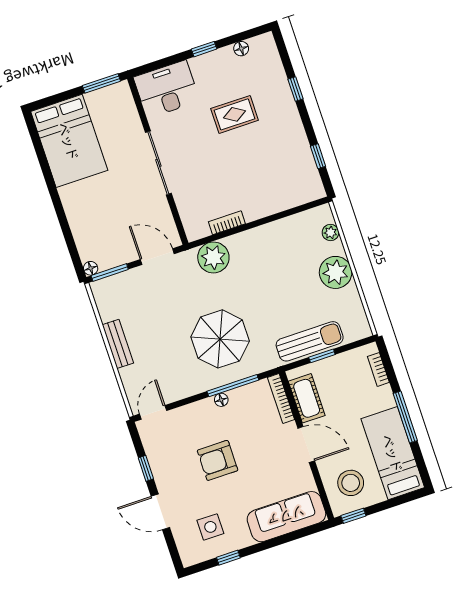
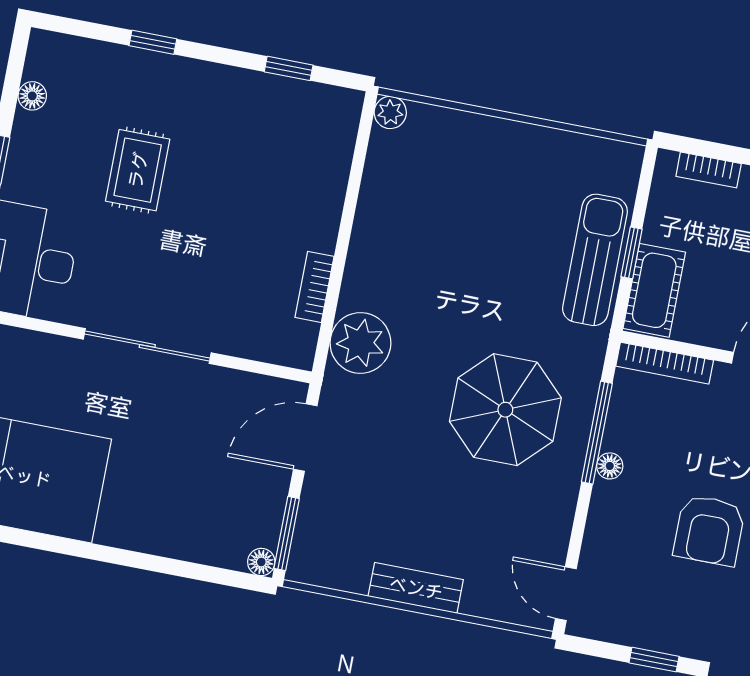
plant: (331, 232) -> (390, 112), moved
plant: (336, 272) -> (503, 150), removed
cot: (307, 398) -> (654, 290), moved, turned 90

